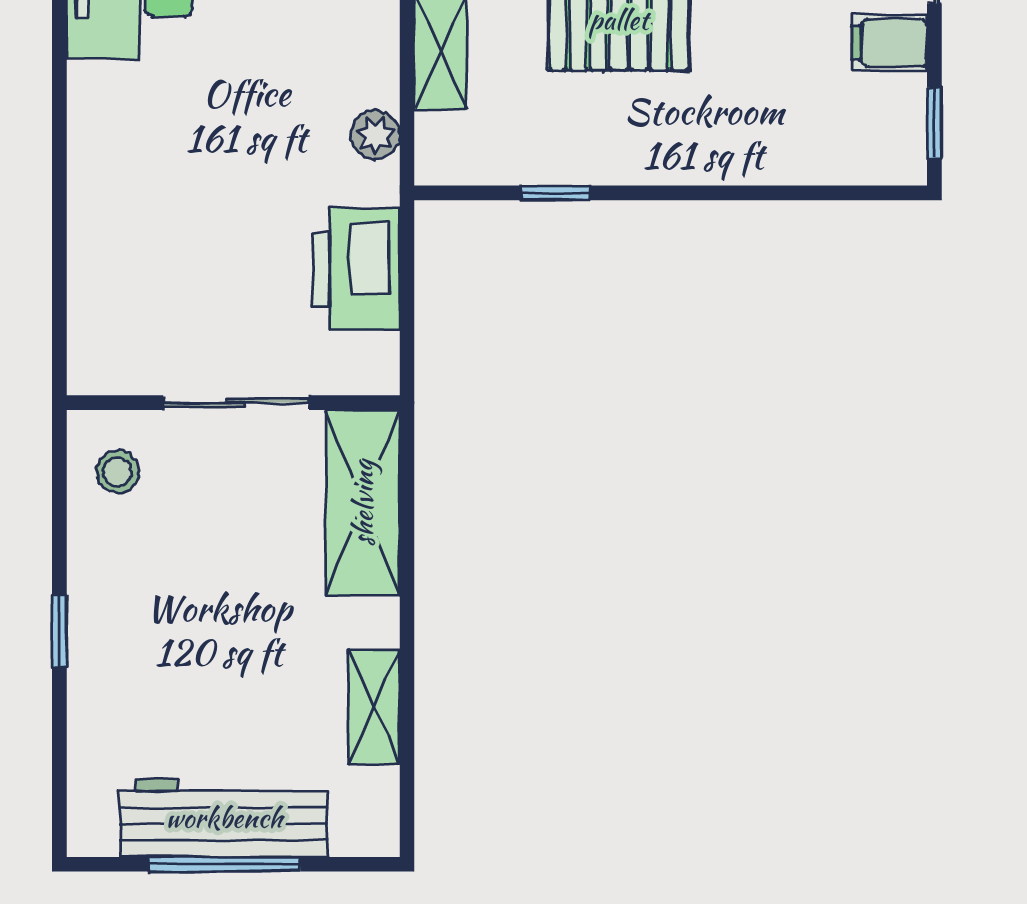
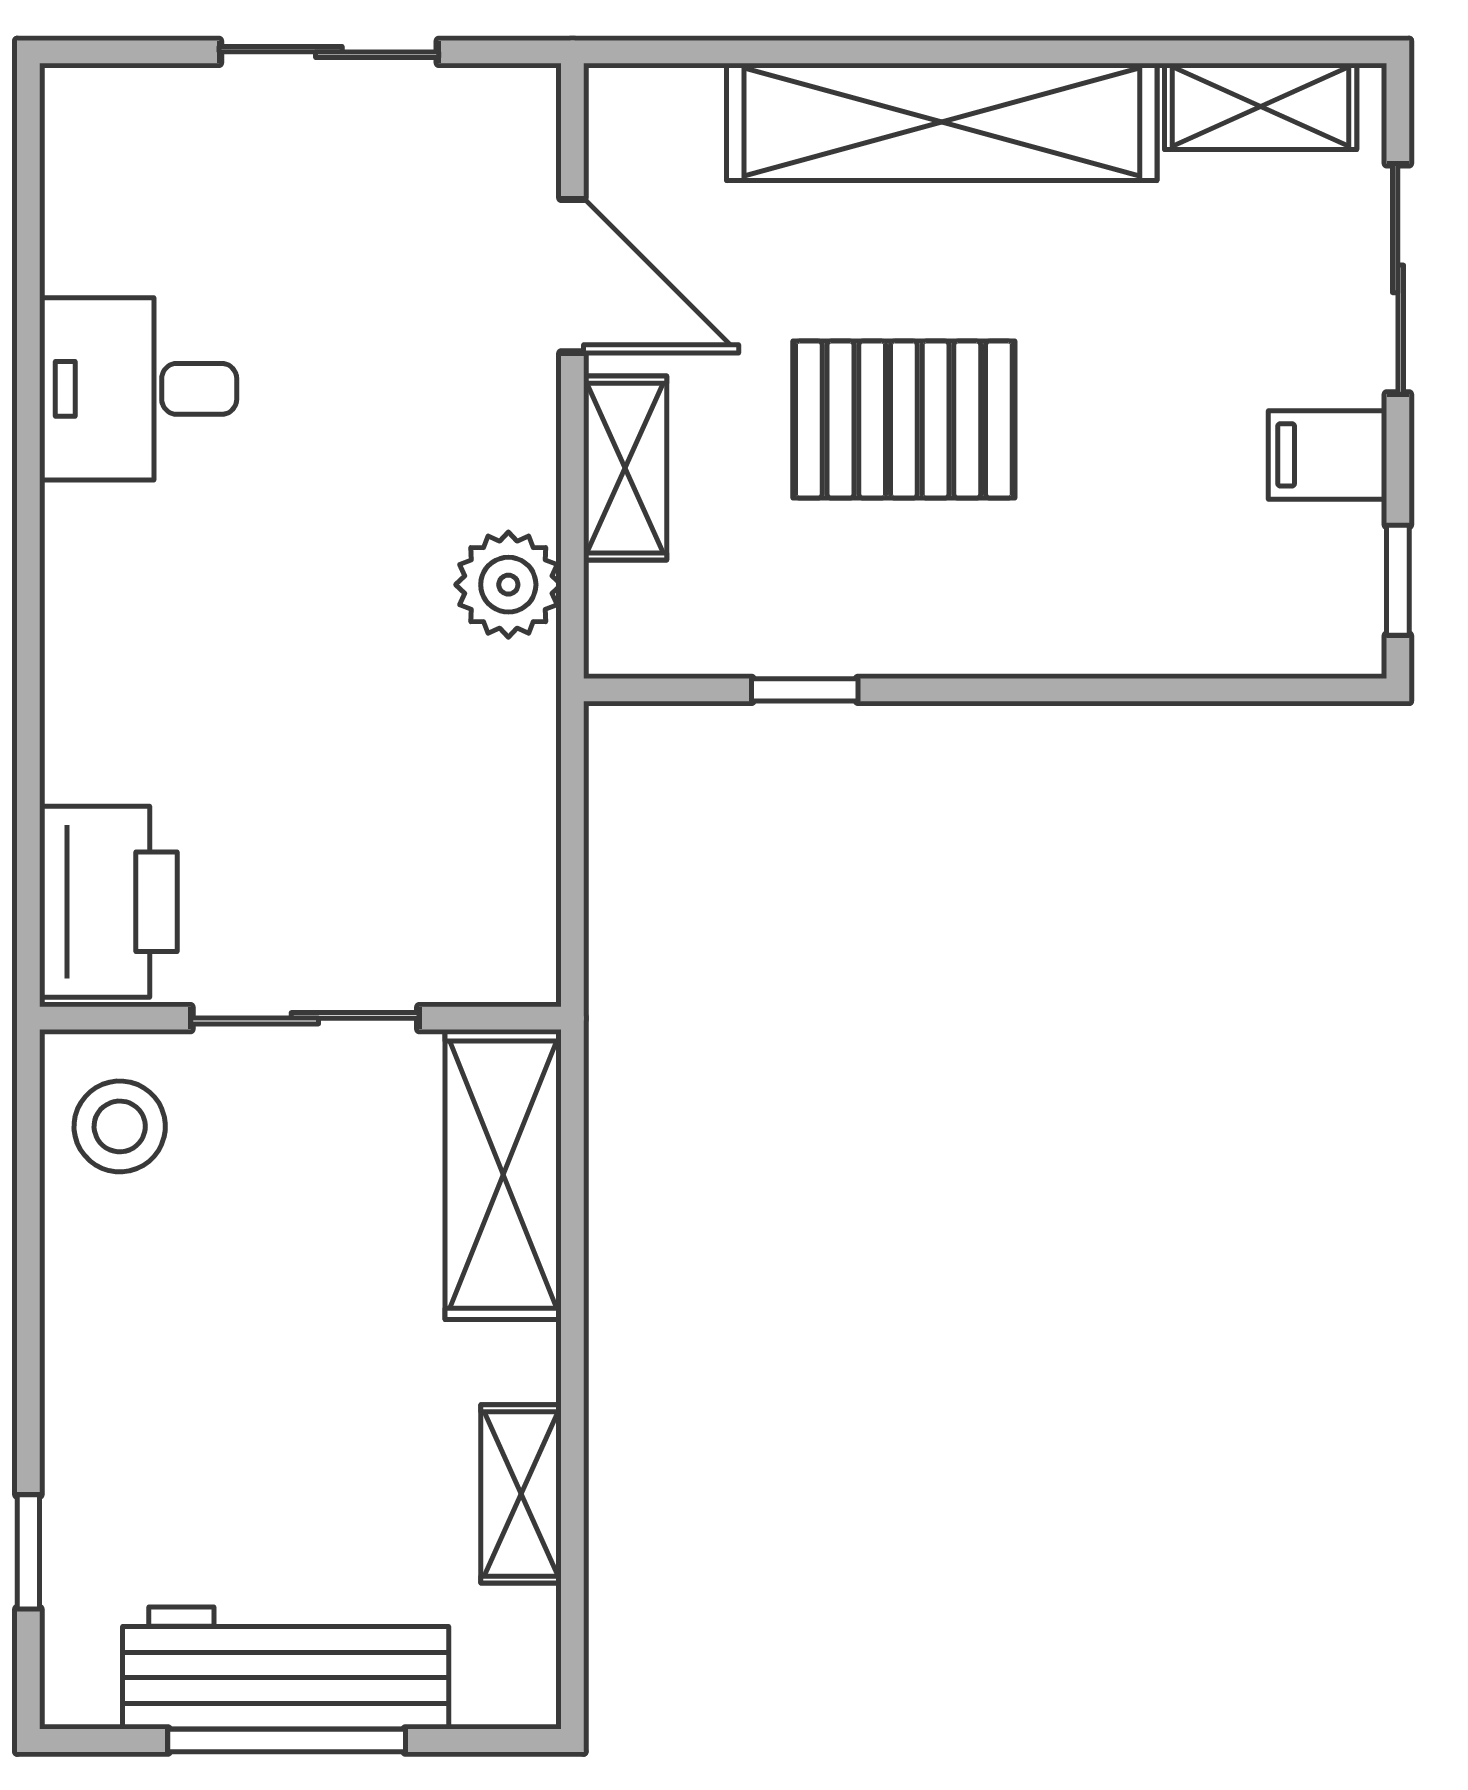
plant: (375, 135) -> (508, 585), width x1.38, depth x1.38
printer: (356, 269) -> (108, 902), moved, turned 180
stool: (118, 472) -> (120, 1126), width x1.37, depth x1.37
window: (59, 631) -> (28, 1552), moved

